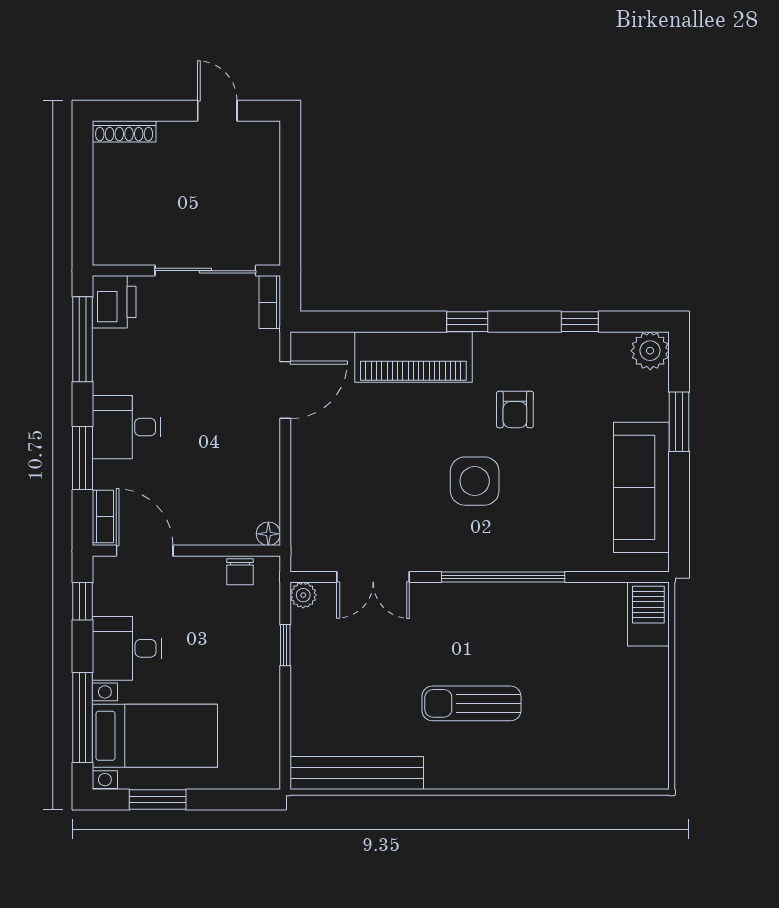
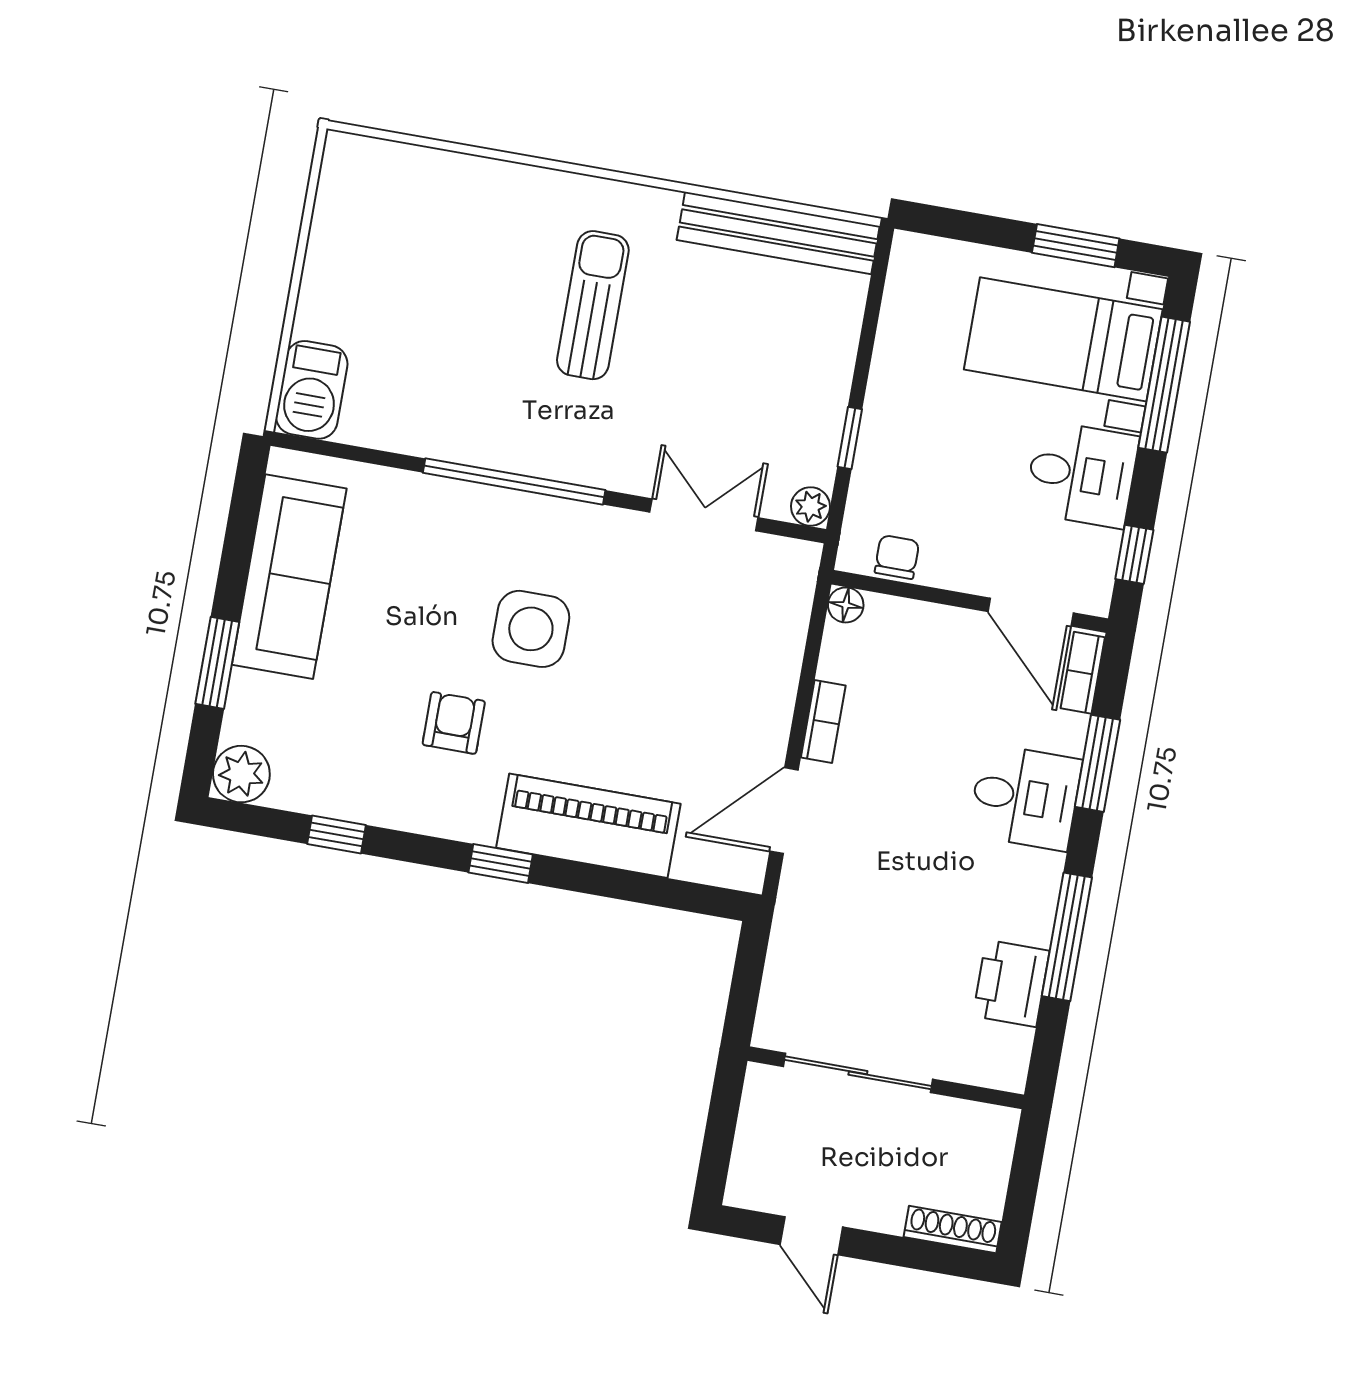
wall: (186, 271) -> (886, 1078), moved
sliding door: (205, 271) -> (858, 1073), moved
bookcase: (270, 302) -> (823, 722), moved
sun lounger: (471, 703) -> (593, 305), turned -90

